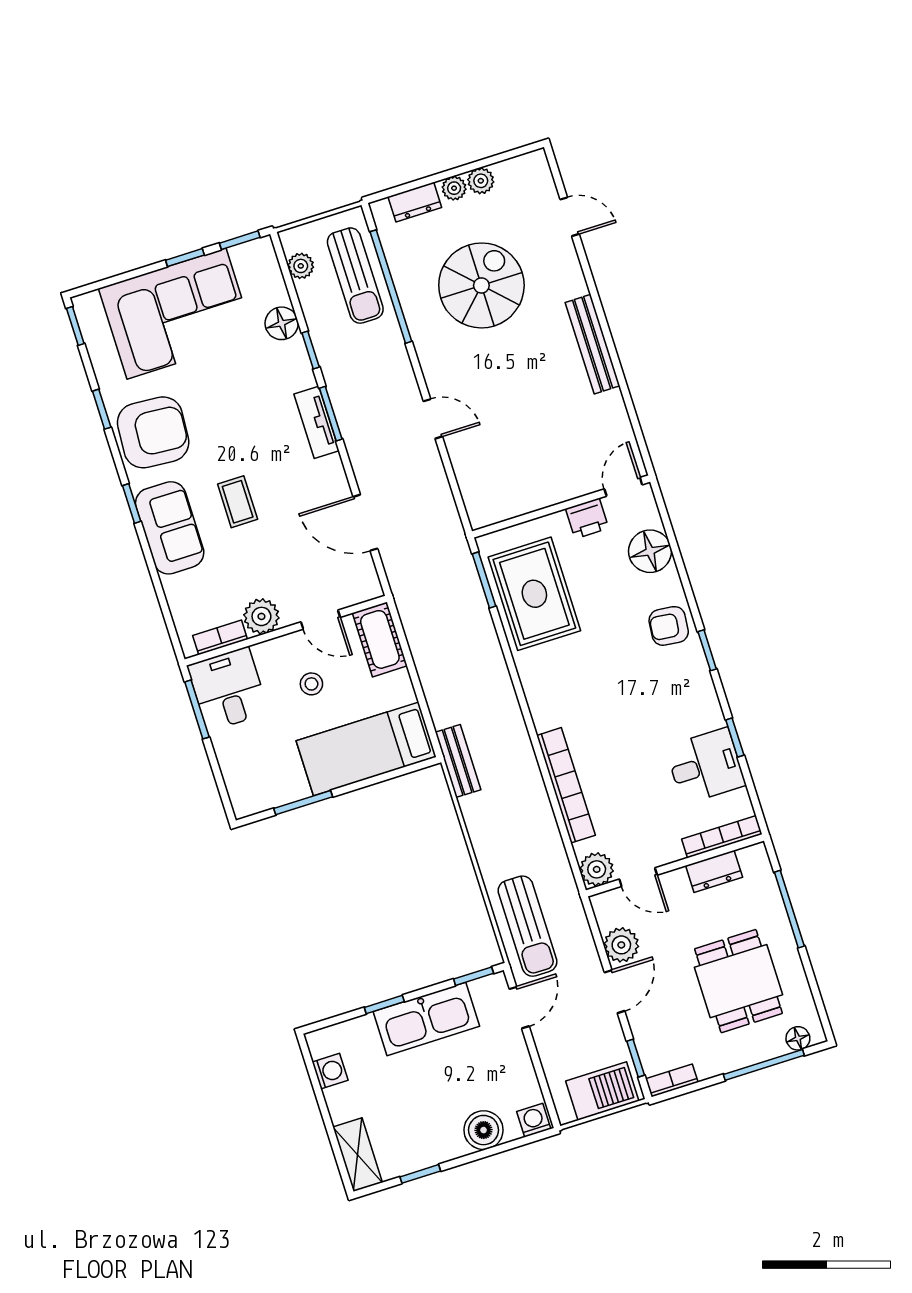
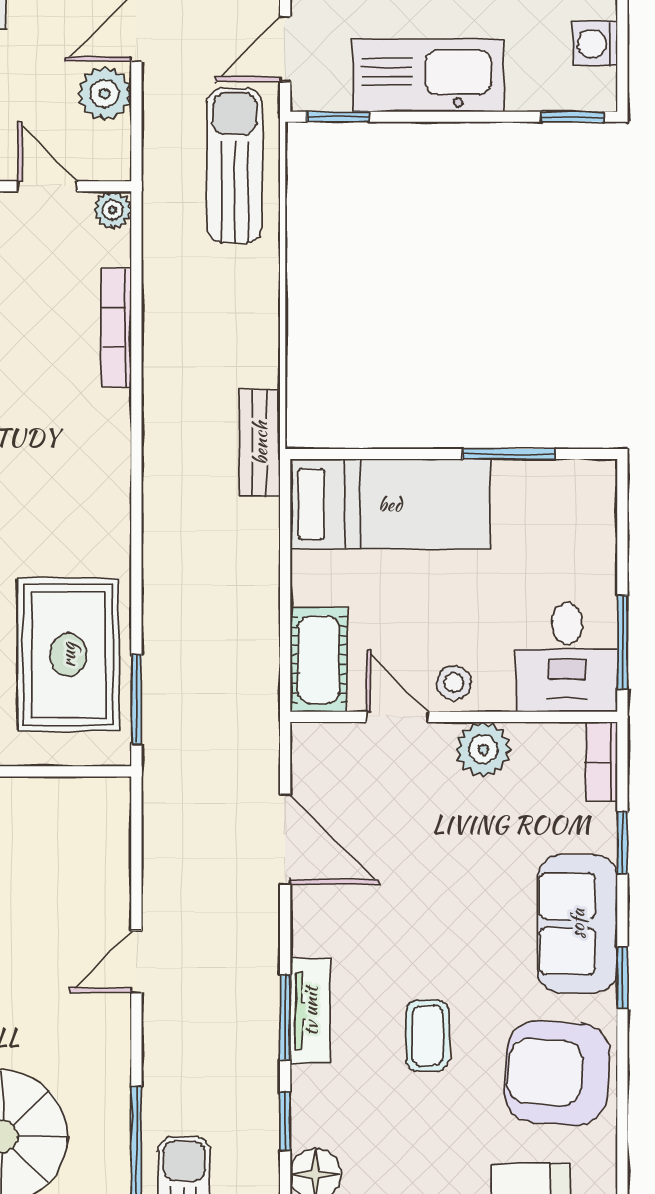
window: (102, 409) -> (622, 842), moved
door: (433, 419) -> (136, 962), hinge flipped
coffee table: (238, 502) -> (428, 1035), moved
bookcase: (220, 637) -> (602, 762), moved, turned 90
stool: (311, 684) -> (454, 683), moved
bookcase: (566, 785) -> (116, 328), width x0.68, depth x0.76
plant: (597, 869) -> (113, 210), width x0.73, depth x0.73
window: (384, 1004) -> (573, 117), moved

